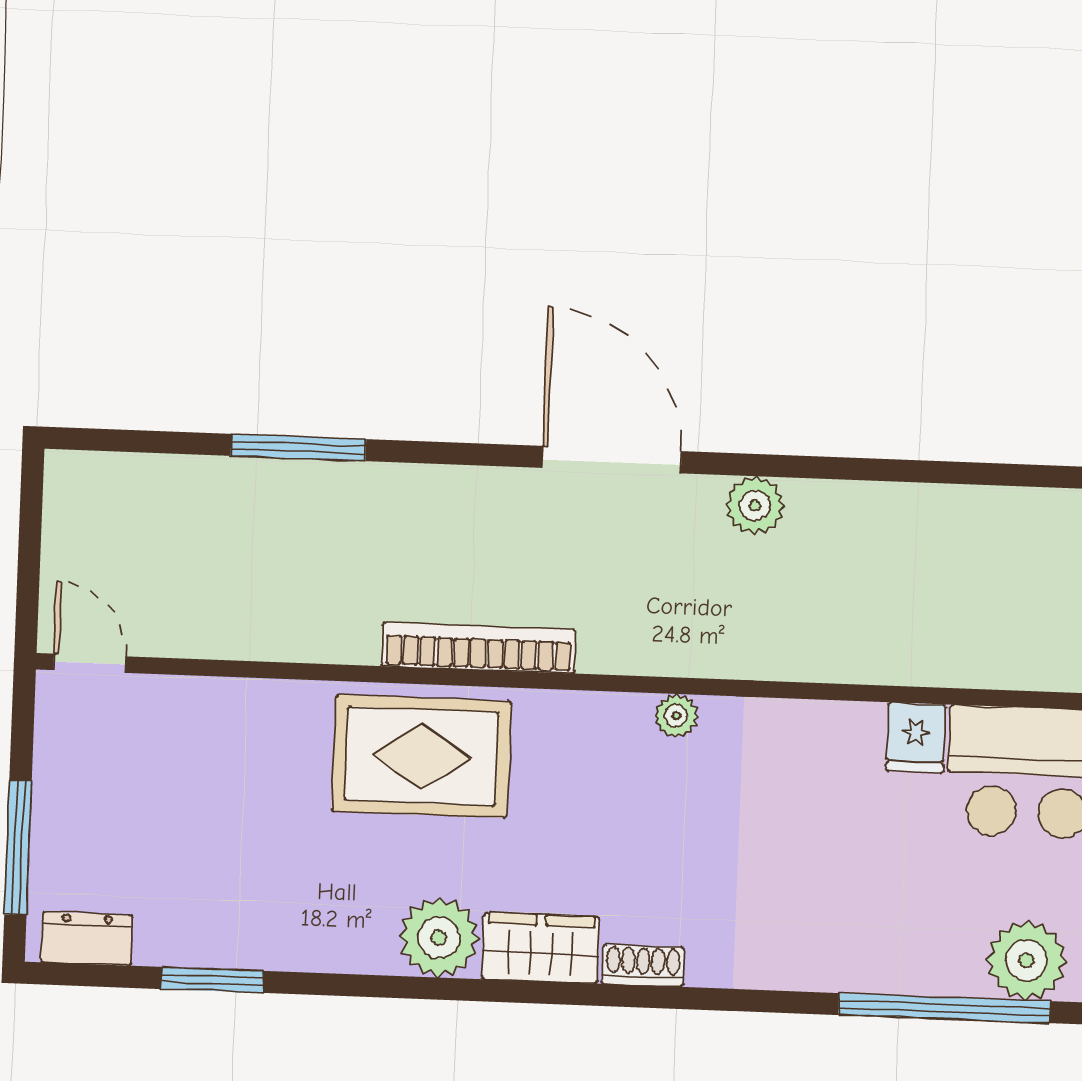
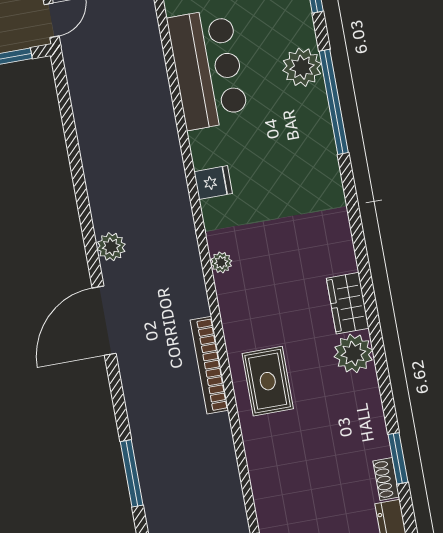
fridge: (916, 738) -> (213, 183), moved
rug: (421, 756) -> (268, 381), width x0.73, depth x0.70
shoe rack: (643, 966) -> (386, 479), moved

